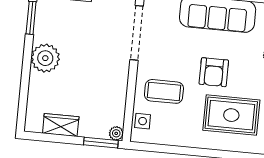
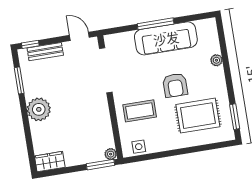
side table: (143, 121) -> (139, 147), moved
wardrobe: (61, 125) -> (50, 162), moved

